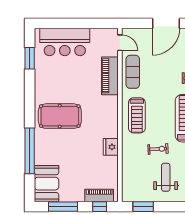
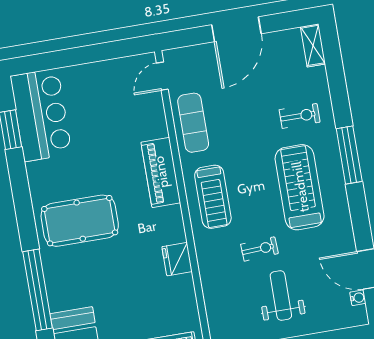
bar counter: (65, 42) -> (41, 115), moved, turned -90
door: (120, 43) -> (162, 76), swing flipped
piano: (110, 76) -> (161, 172), moved

